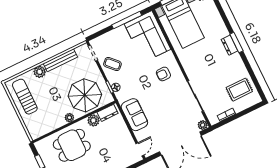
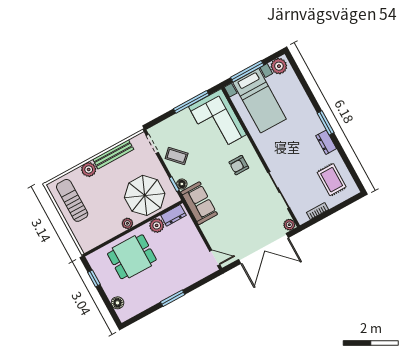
dresser: (230, 45) -> (326, 142), moved
rug: (239, 90) -> (332, 180), turned 90
sofa: (134, 115) -> (199, 203), moved
door: (140, 149) -> (215, 258), hinge flipped

